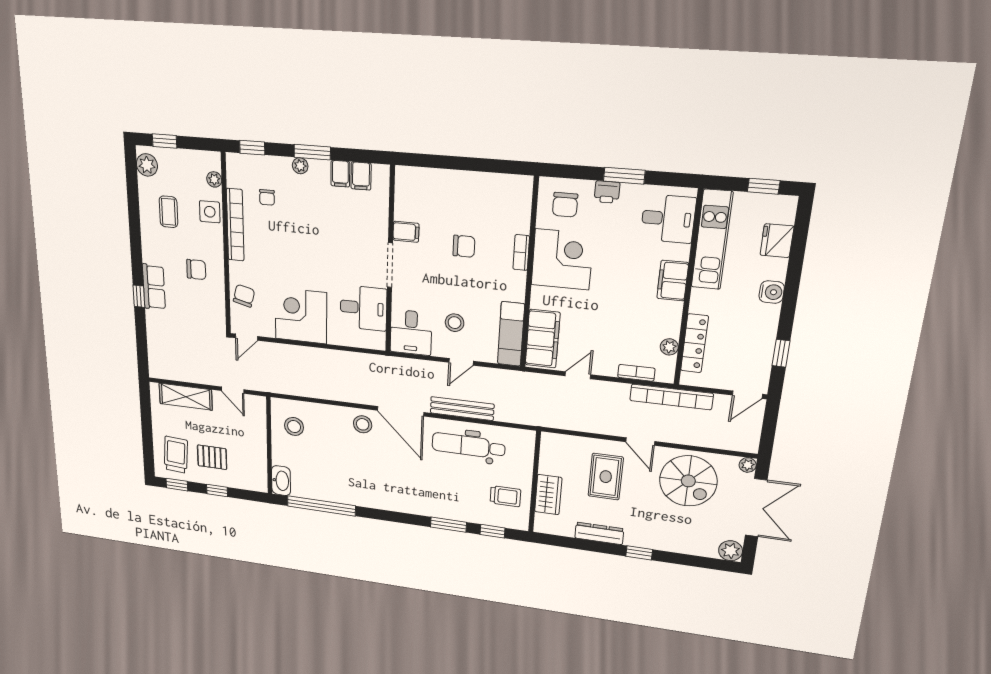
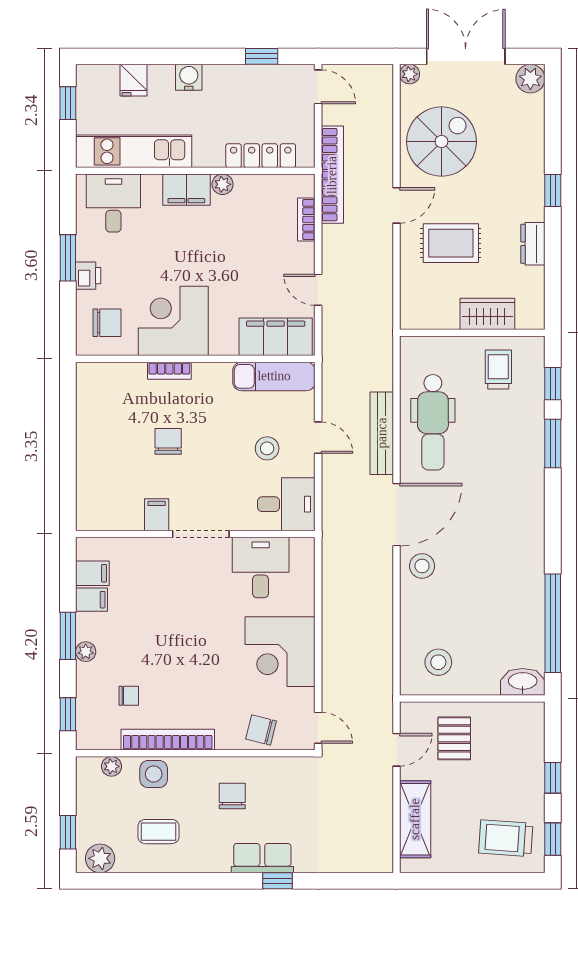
fridge: (777, 241) -> (133, 80), width x0.72
plant: (669, 347) -> (223, 184), moved
pallet: (212, 457) -> (454, 738), moved
dresser: (599, 533) -> (533, 244), width x0.70

